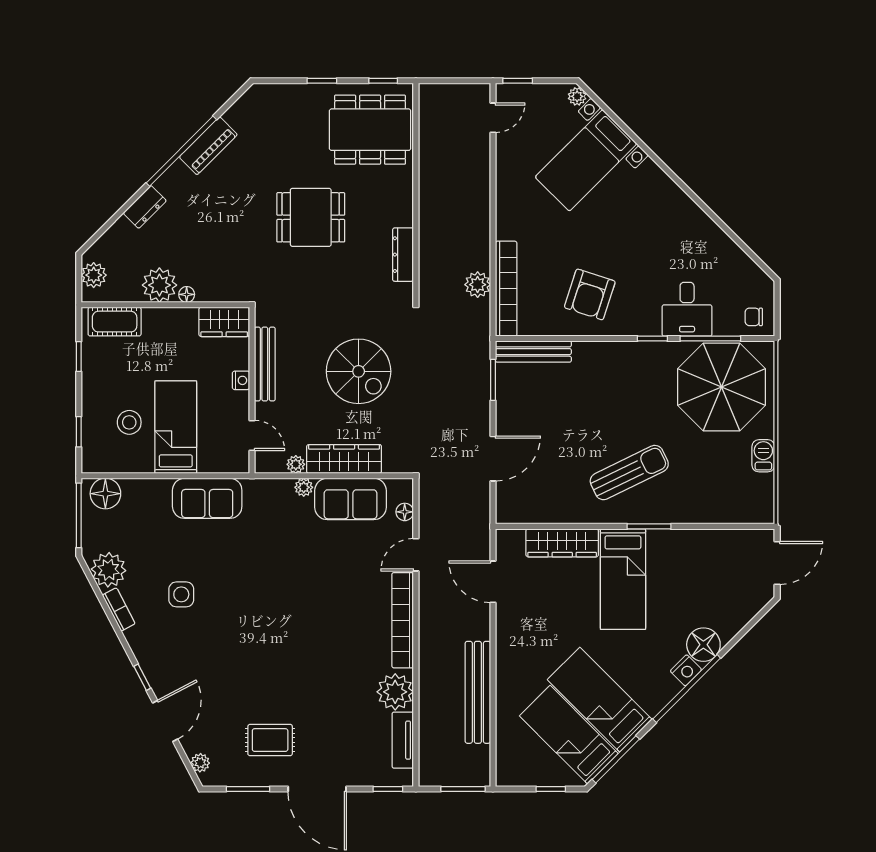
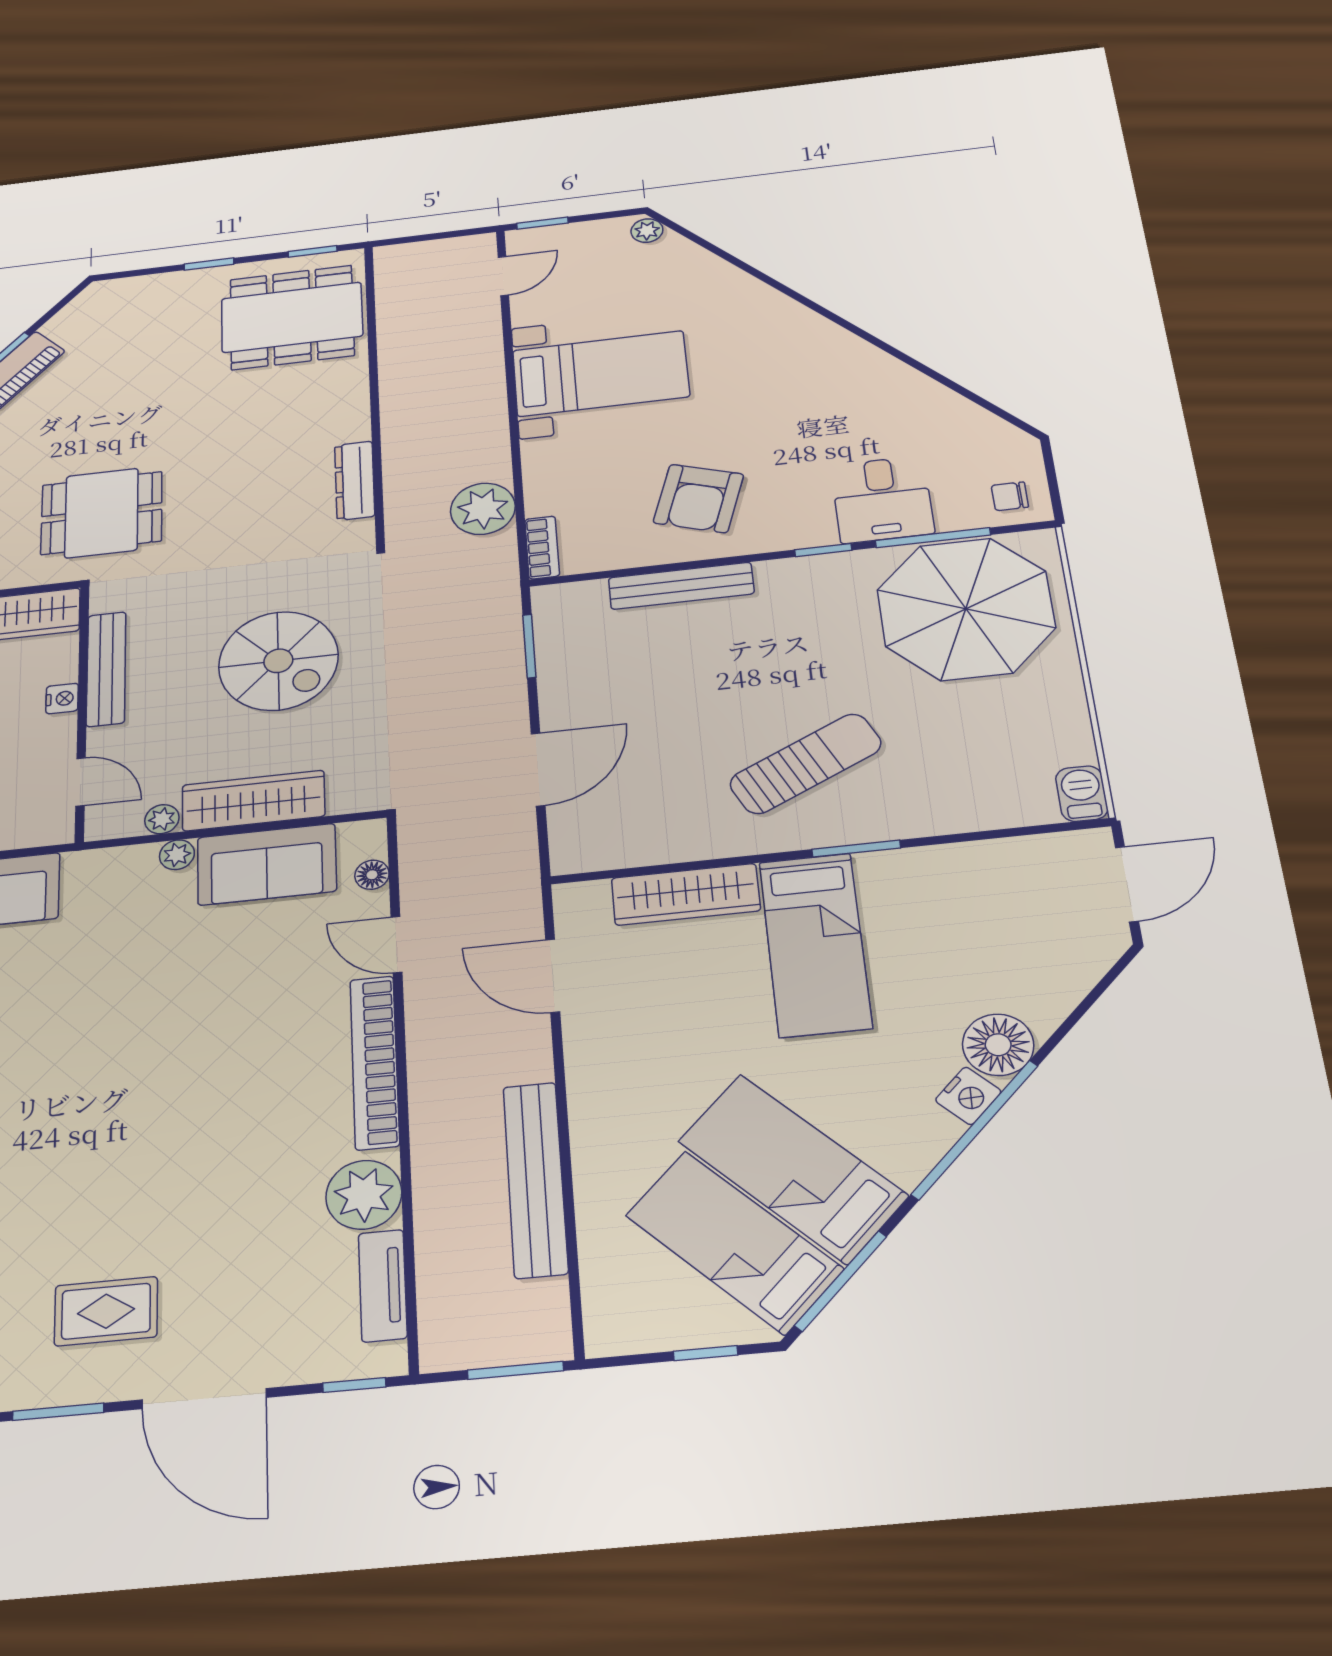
bed with nightstands: (586, 160) -> (601, 374), moved, turned -135
dining table: (311, 217) -> (102, 513), moved
plant: (478, 285) -> (483, 509), width x1.36, depth x1.36
bookcase: (506, 289) -> (542, 547), width x0.43, depth x0.76
bench: (533, 352) -> (681, 586), moved
barbecue: (763, 456) -> (1082, 794), moved
door: (416, 555) -> (397, 945), hinge flipped

